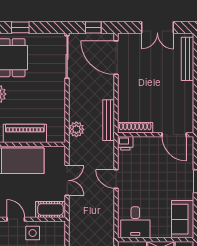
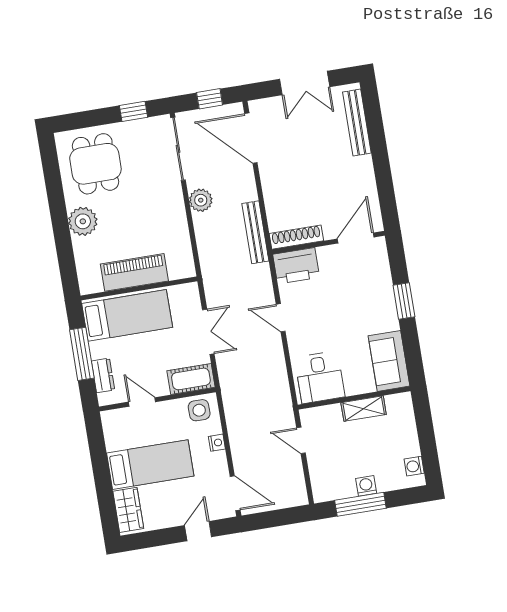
window: (20, 27) -> (134, 111), moved
plant: (76, 129) -> (201, 200), moved
door: (174, 135) -> (356, 238), swing flipped
printer: (125, 143) -> (296, 266), width x1.87, depth x1.48
side table: (33, 233) -> (199, 410), moved

